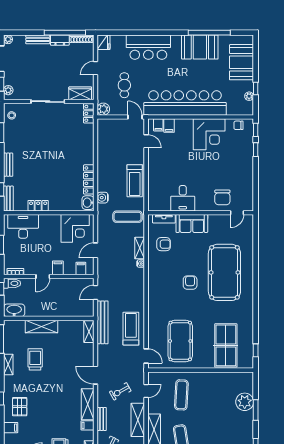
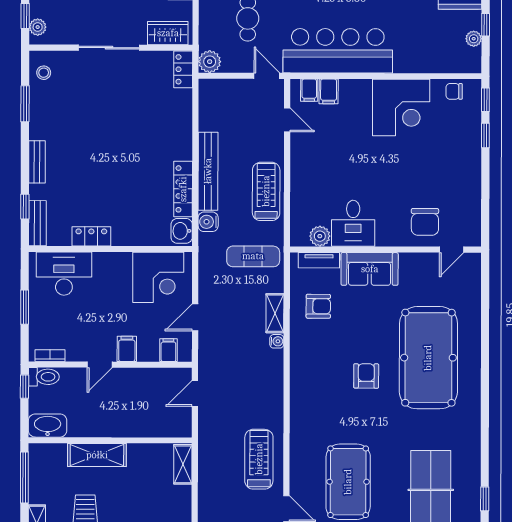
bar counter: (185, 103) -> (338, 51), width x0.73
treadmill: (135, 181) -> (266, 191), turned 180
plant: (164, 205) -> (320, 236), added
bench: (103, 322) -> (208, 171), moved

